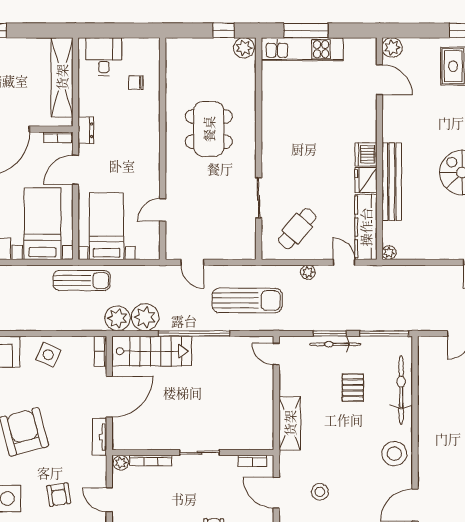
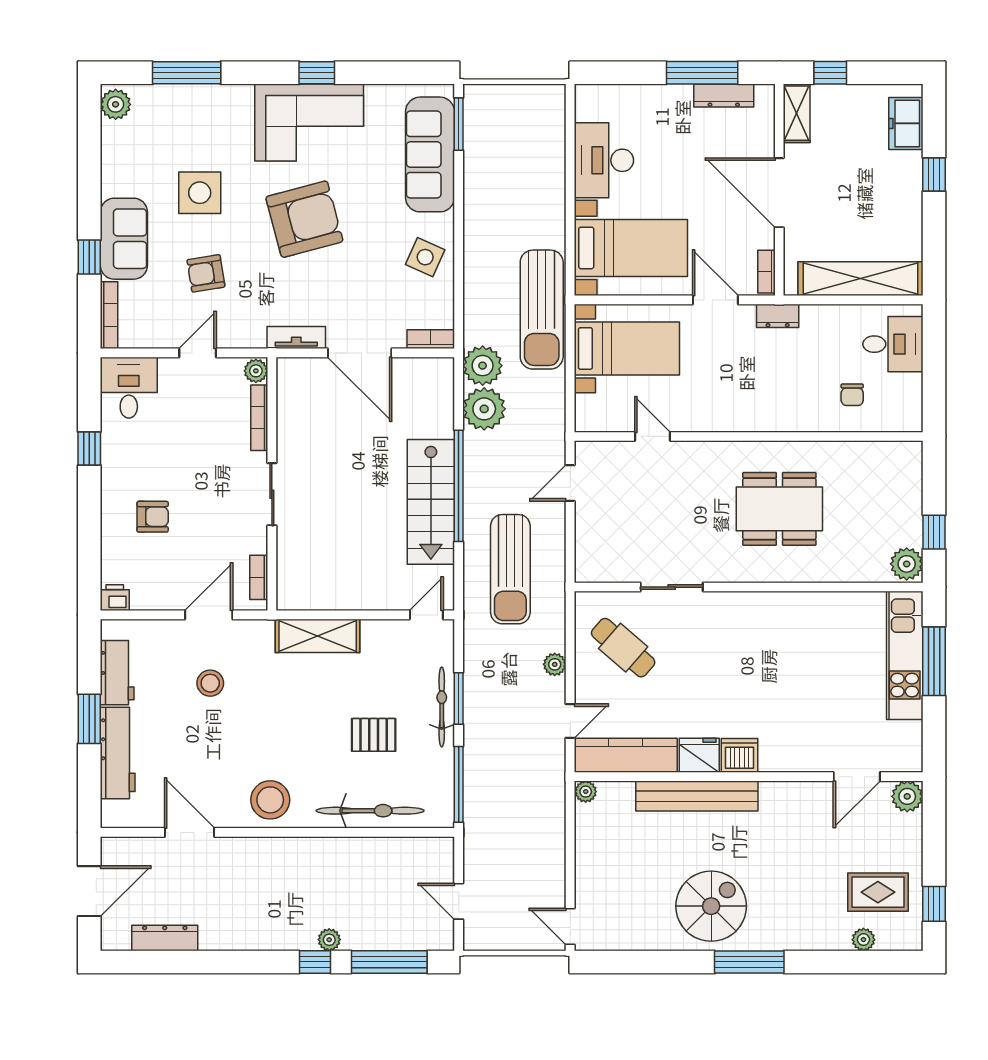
chair: (136, 83) -> (852, 395), turned 180
sun lounger: (82, 281) -> (542, 310), width x1.36, depth x1.34
stairs: (152, 351) -> (431, 502), moved

